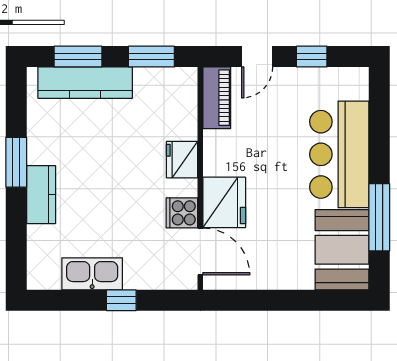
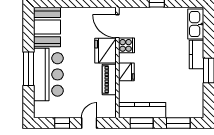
kitchen counter: (85, 83) -> (142, 110), moved
piano: (217, 98) -> (109, 80), moved
window: (379, 217) -> (29, 69), moved
kitchen sink: (92, 274) -> (196, 24), moved, turned 90

